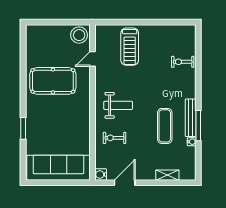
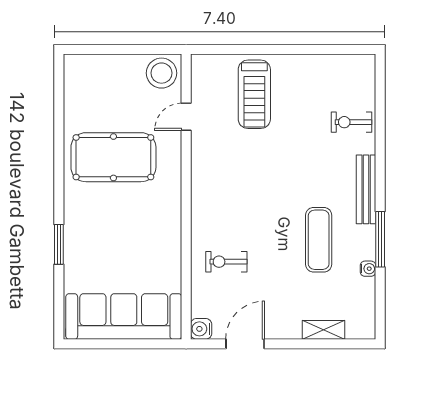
weight bench: (118, 105) -> (233, 202), removed
bench: (191, 118) -> (366, 189), moved

